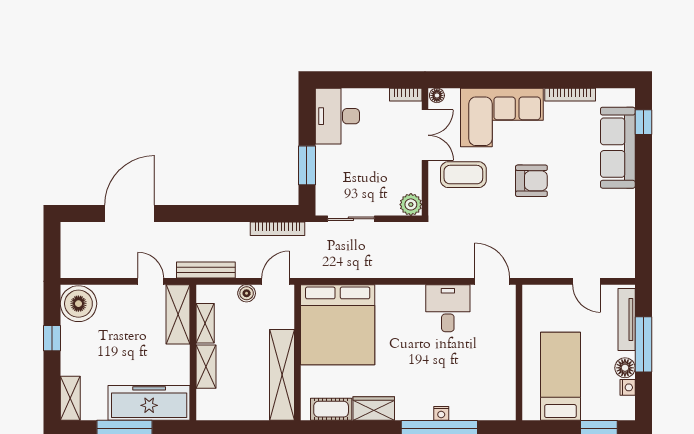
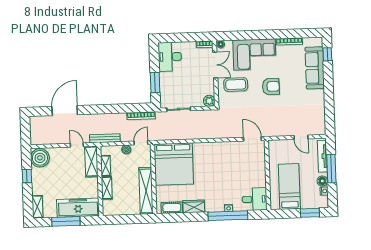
desk: (448, 308) -> (255, 199), moved, turned 90

